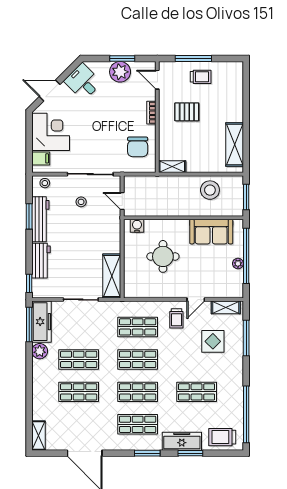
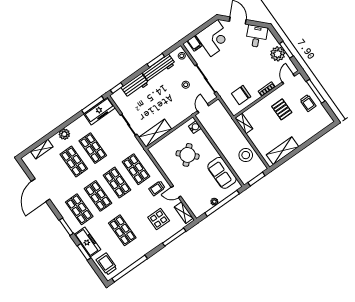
round table: (163, 256) -> (188, 155), turned 45
plant: (40, 351) -> (64, 134), moved
shelving: (39, 436) -> (42, 149), moved

